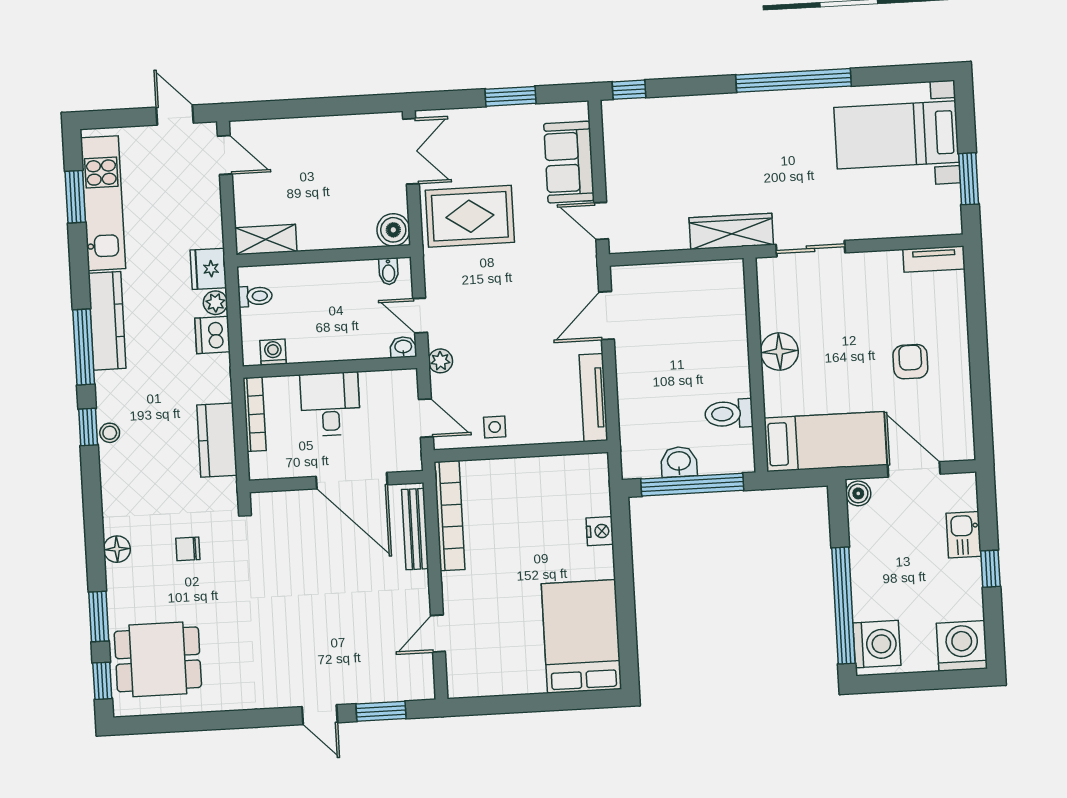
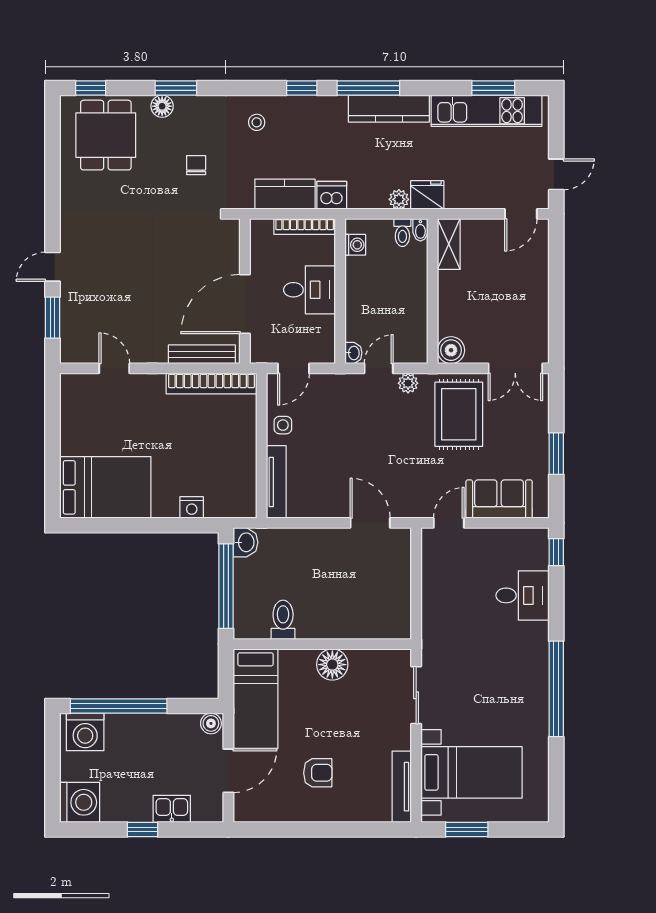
desk: (683, 127) -> (523, 595), added
bed with nightstands: (896, 135) -> (472, 772), moved, turned 90
wardrobe: (731, 231) -> (434, 630), removed
tv unit: (934, 259) -> (402, 787), width x1.41
bidet: (389, 271) -> (420, 230), moved, turned -90
dishwasher: (212, 335) -> (332, 195), moved
plant: (440, 361) -> (408, 383), moved
tv unit: (593, 398) -> (276, 482), moved, turned 90
stool: (110, 433) -> (257, 122), moved
washbasin: (679, 462) -> (245, 542), moved
floor lamp: (117, 549) -> (162, 106), moved
window: (99, 616) -> (176, 88), moved

